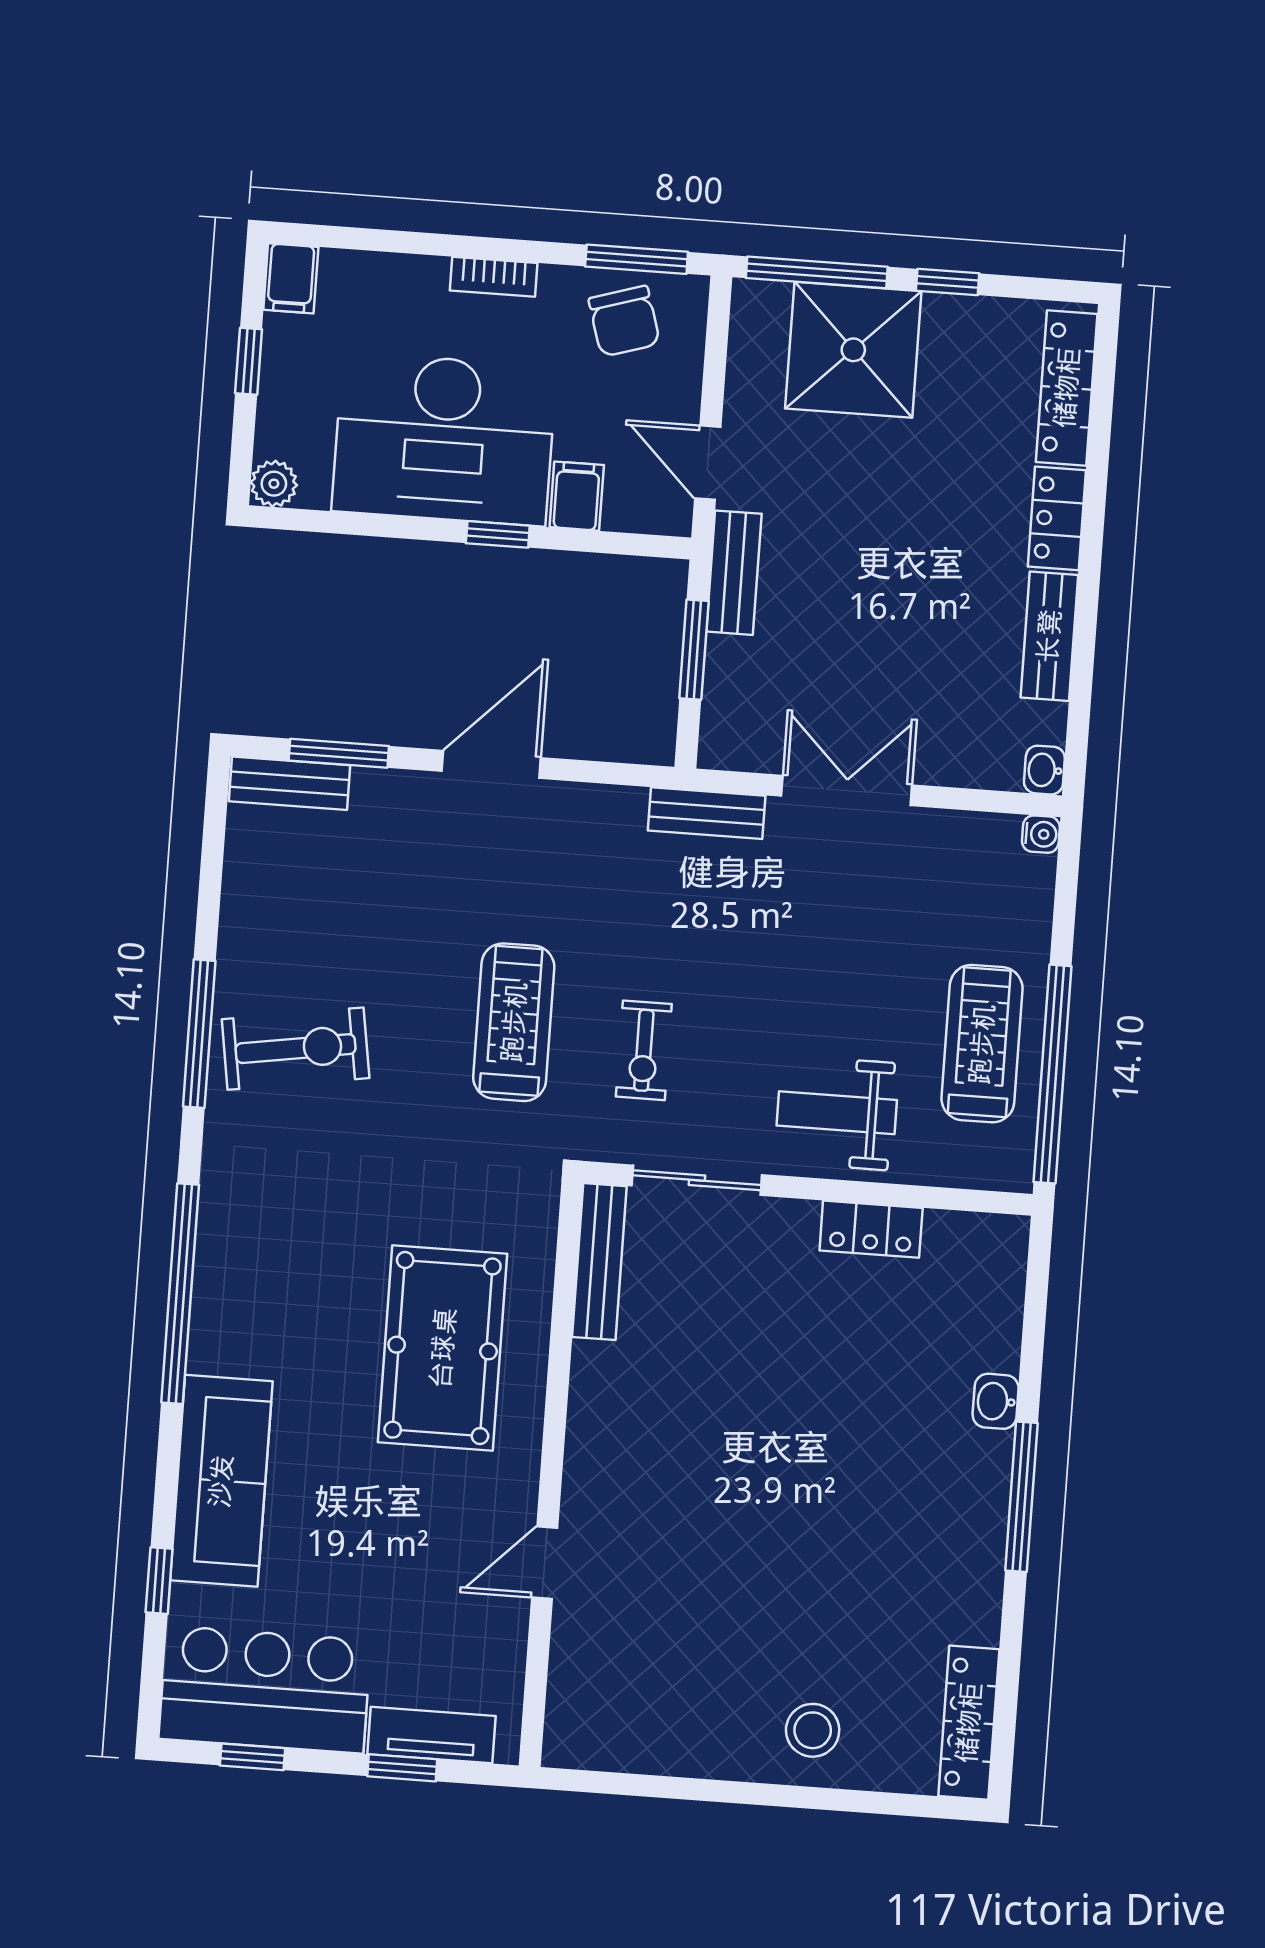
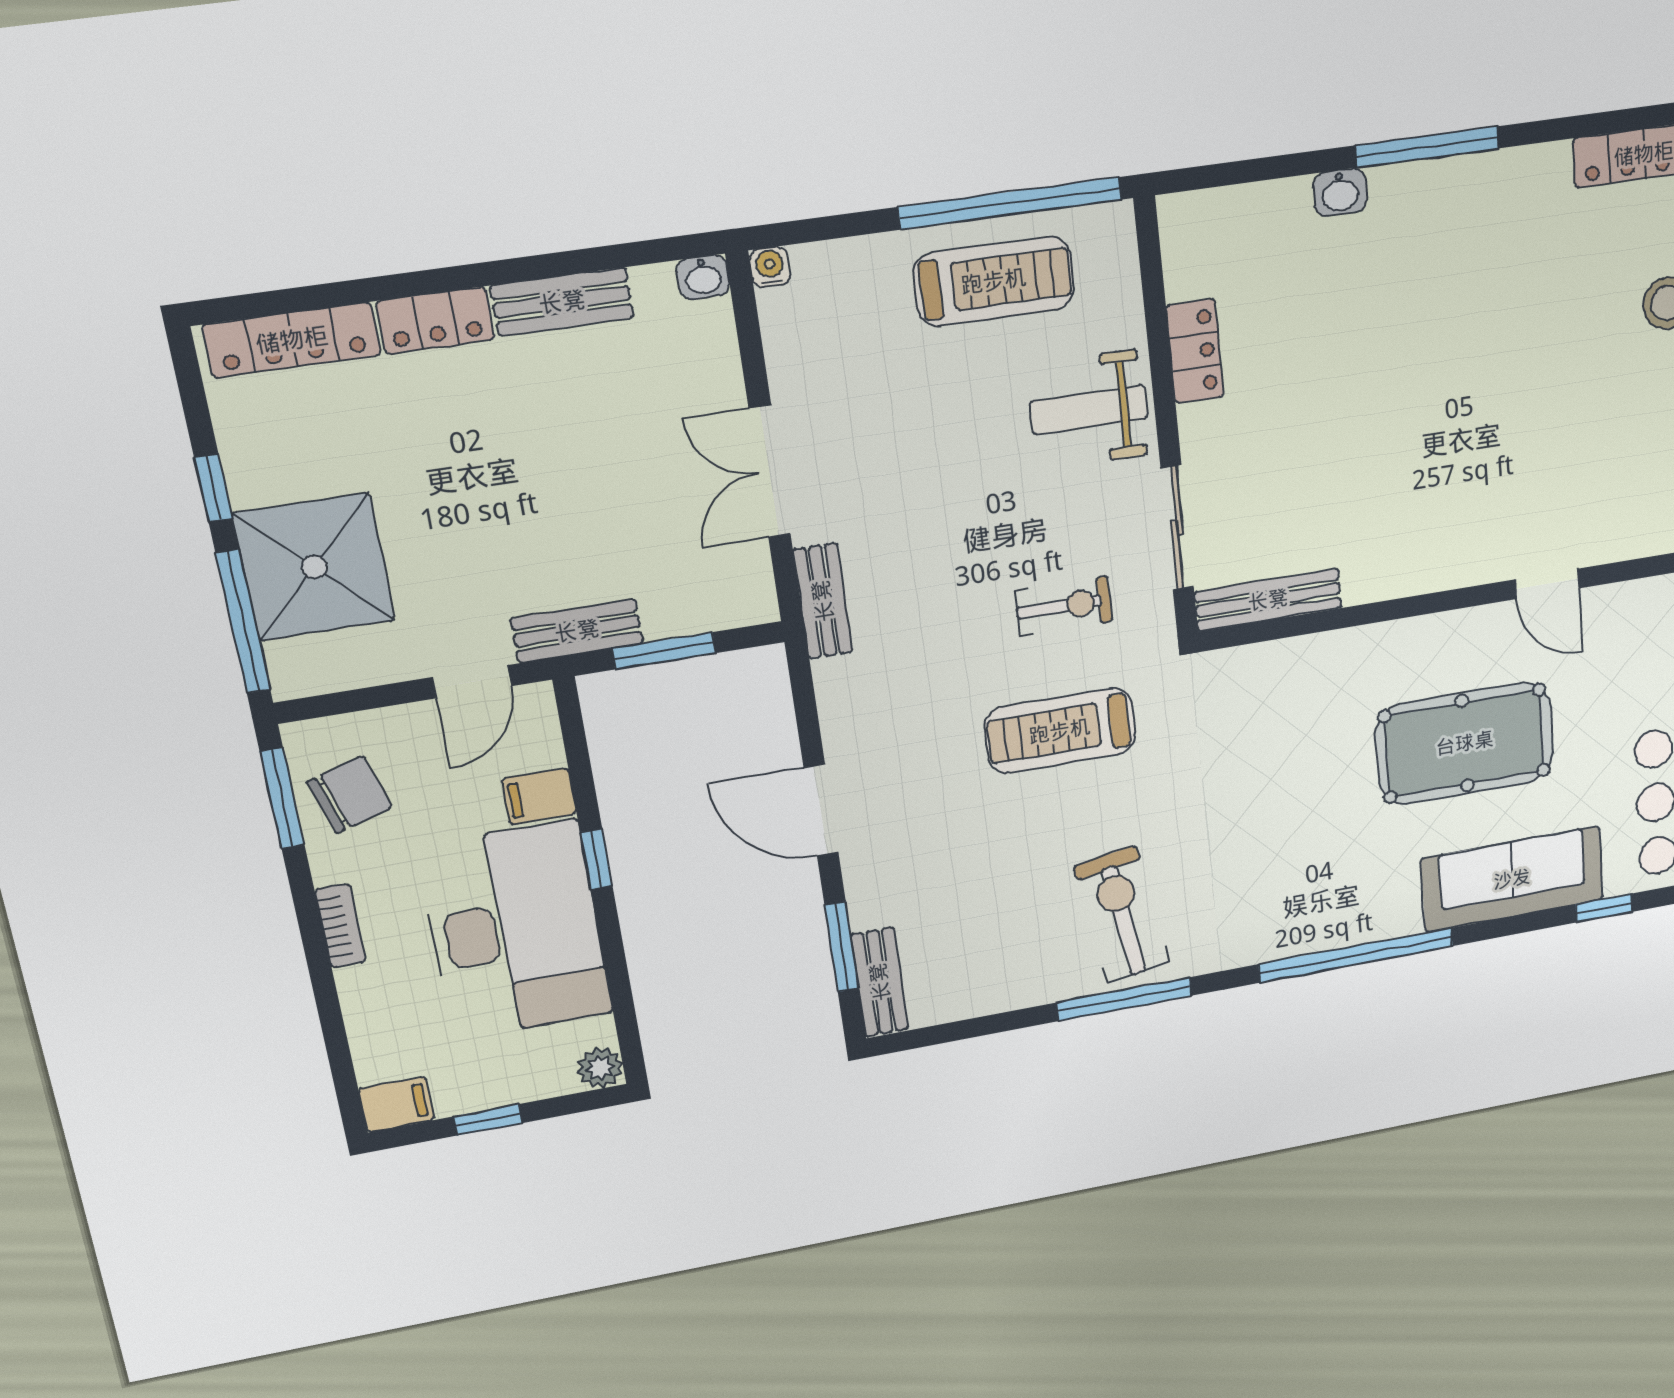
treadmill: (982, 1044) -> (994, 281), turned 180
weight bench: (837, 1113) -> (1089, 410), turned 90
pool table: (443, 1348) -> (1465, 743), moved

